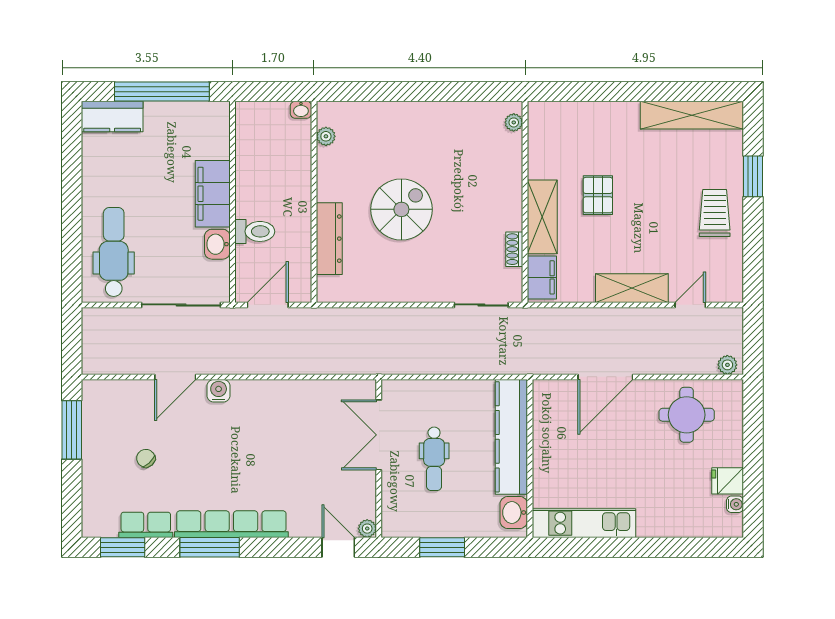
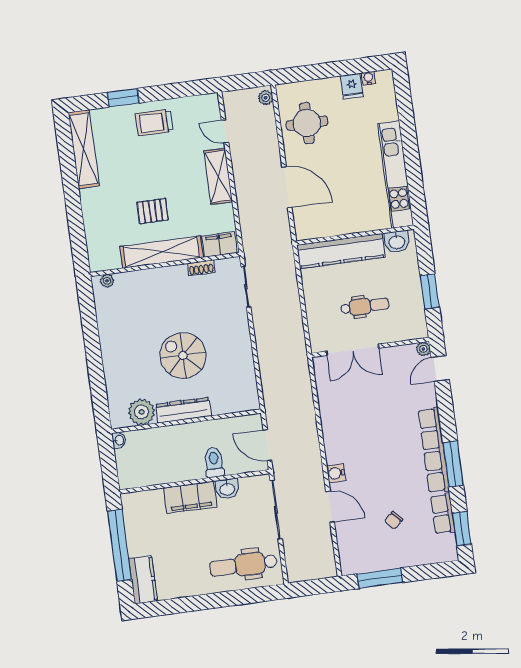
plant: (326, 136) -> (142, 412), width x1.87, depth x1.87
shelving: (542, 217) -> (162, 252), width x1.47
dresser: (329, 239) -> (183, 410), moved
kitchen unit: (584, 523) -> (396, 174), width x1.36

